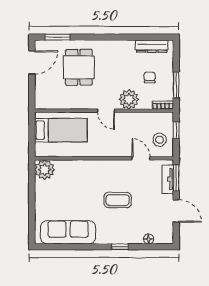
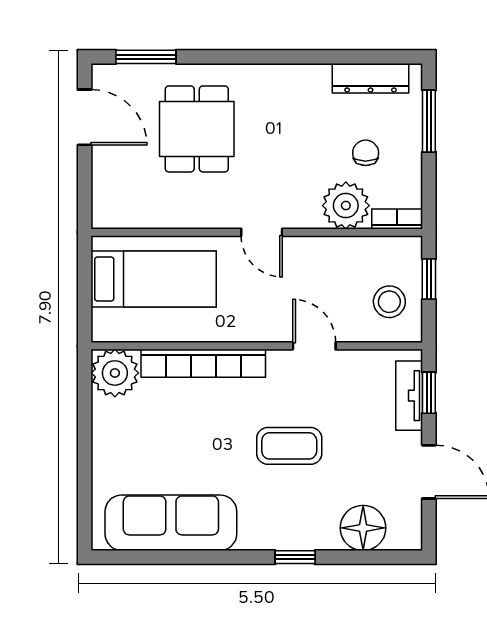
door: (32, 62) -> (85, 117), hinge flipped
window: (176, 85) -> (429, 121), moved
plant: (129, 99) -> (346, 206), moved
door: (141, 158) -> (314, 346), moved
bookcase: (82, 166) -> (203, 363), added
window: (176, 178) -> (429, 393), width x0.67
floor lamp: (149, 239) -> (363, 528), width x1.89, depth x1.89

